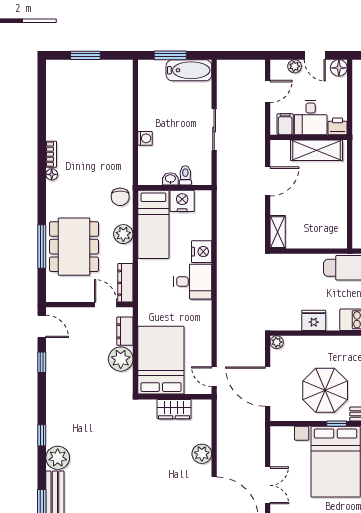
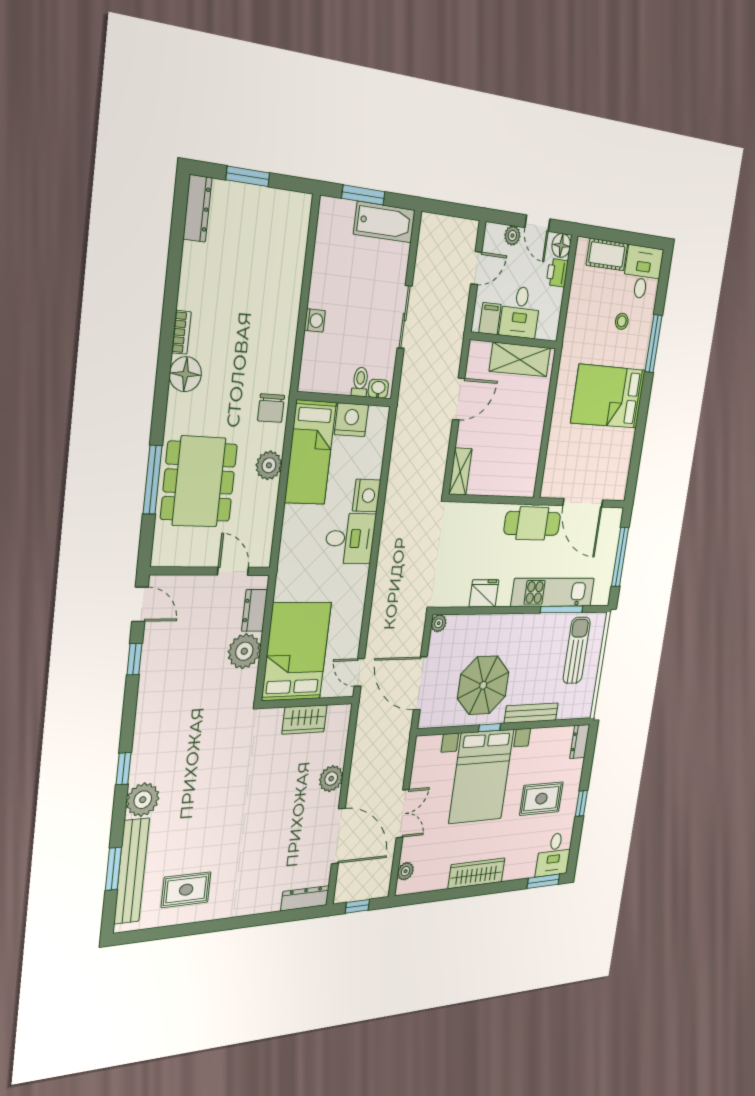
printer: (337, 126) -> (557, 273), moved, turned -90
floor lamp: (52, 174) -> (185, 374), width x1.89, depth x1.89
washbasin: (170, 179) -> (378, 389), moved
dresser: (125, 283) -> (197, 208), moved, turned 180

